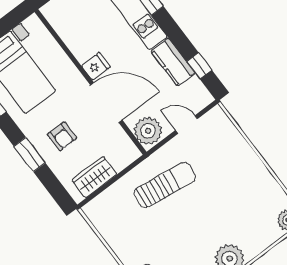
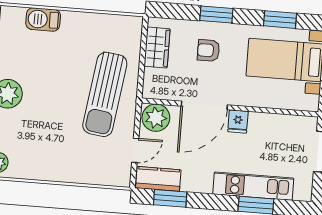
kitchen counter: (173, 62) -> (158, 179), moved
window: (199, 66) -> (170, 198), width x1.50
sun lounger: (165, 185) -> (105, 94), width x1.36, depth x1.34

